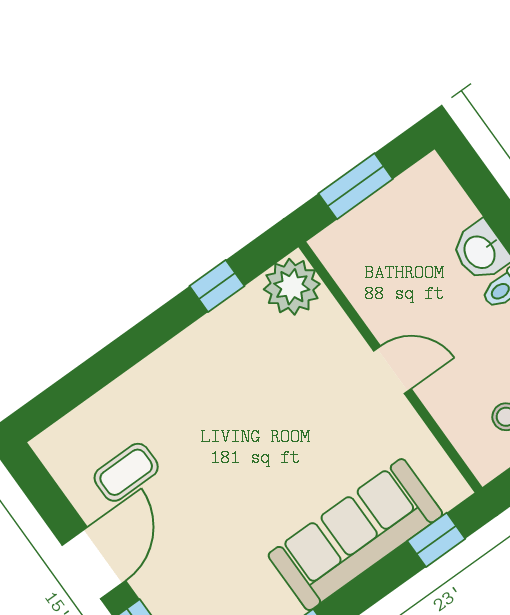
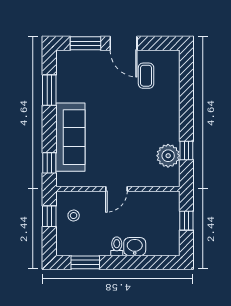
window: (356, 186) -> (186, 221), width x0.67
plant: (292, 287) -> (168, 156), moved

